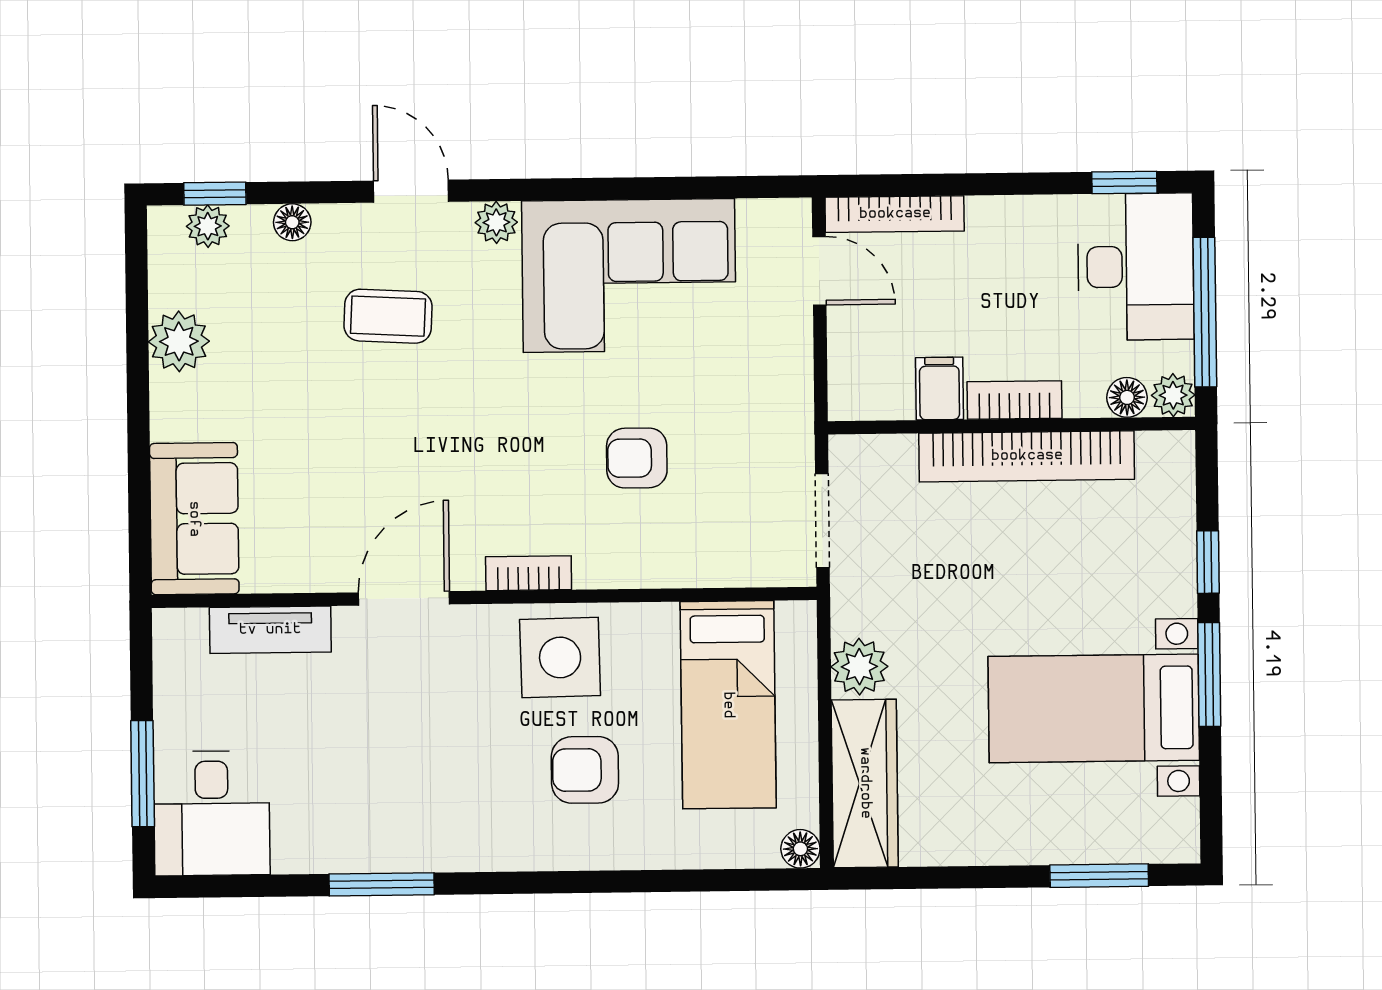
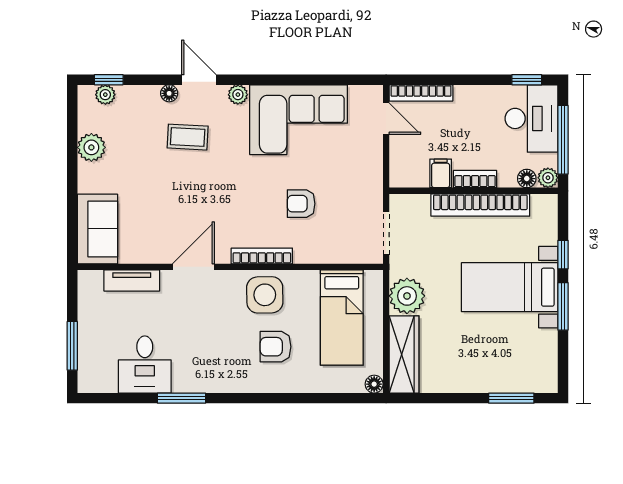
floor lamp: (292, 222) -> (169, 93), moved
bookcase: (529, 573) -> (262, 256), width x1.56
plant: (859, 667) -> (407, 296), width x1.36, depth x1.36
bed with nightstands: (1094, 708) -> (510, 287), moved
desk: (212, 813) -> (145, 365), moved

